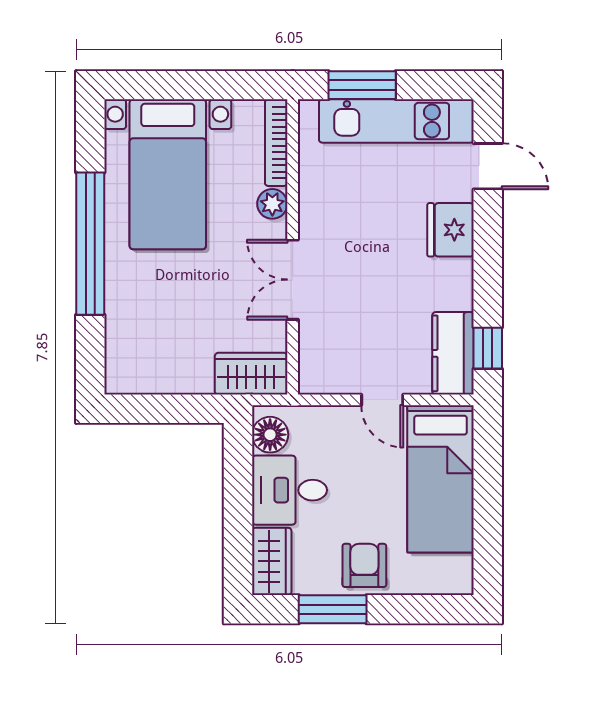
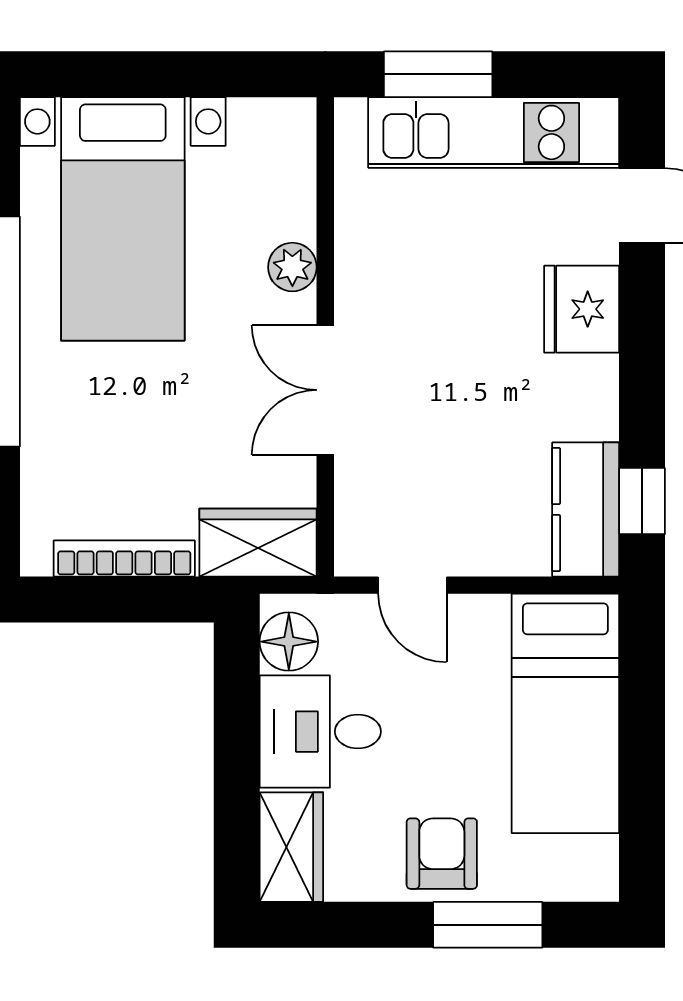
bookcase: (276, 143) -> (124, 559), moved, turned 90
door: (382, 400) -> (412, 585), moved
window: (333, 609) -> (488, 925), moved

